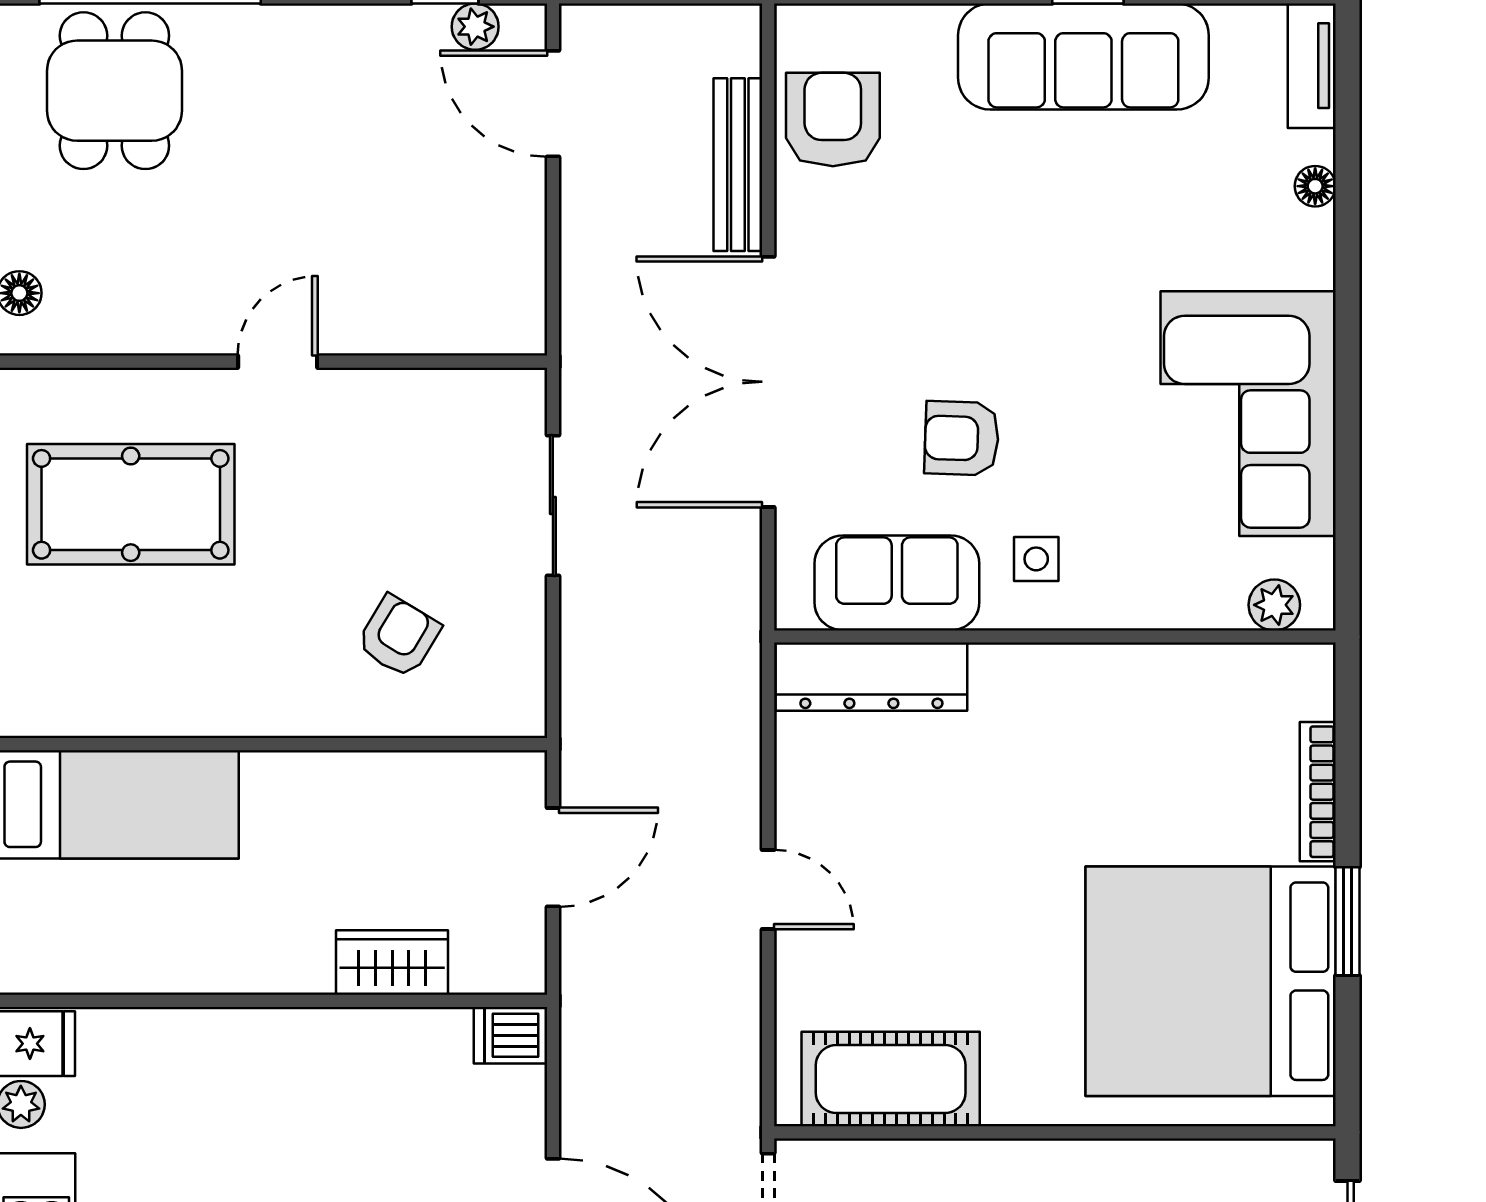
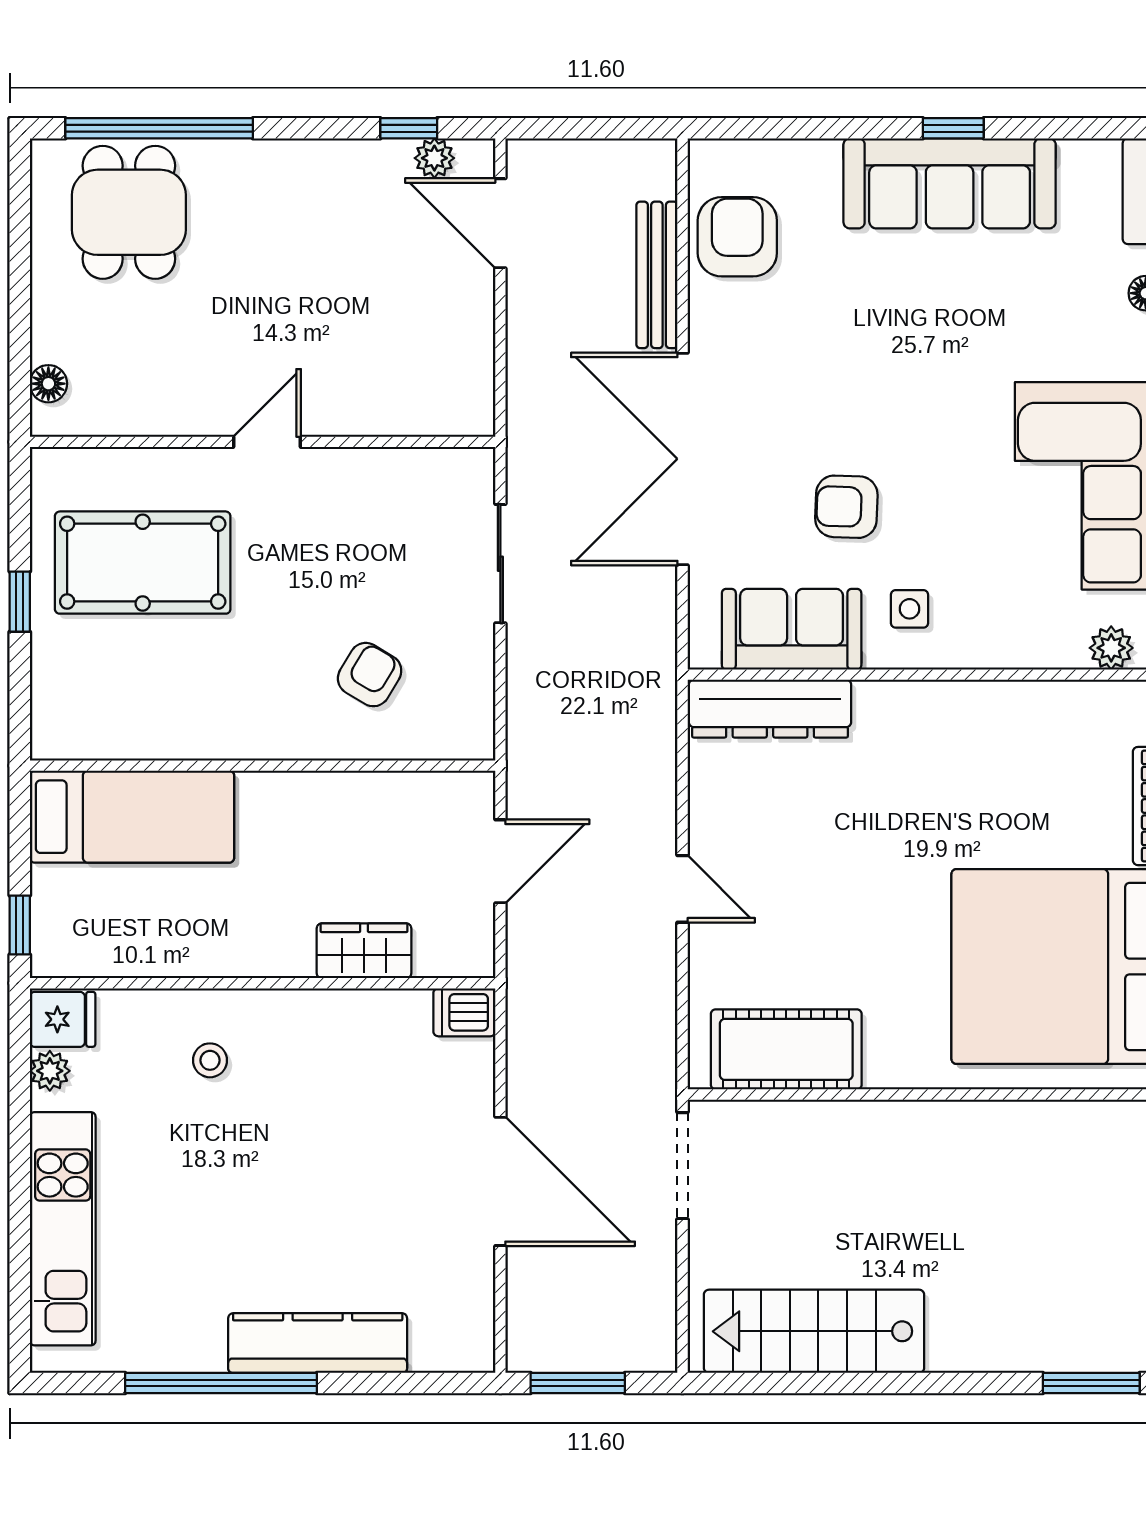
stool: (210, 1092) -> (210, 1060), added

